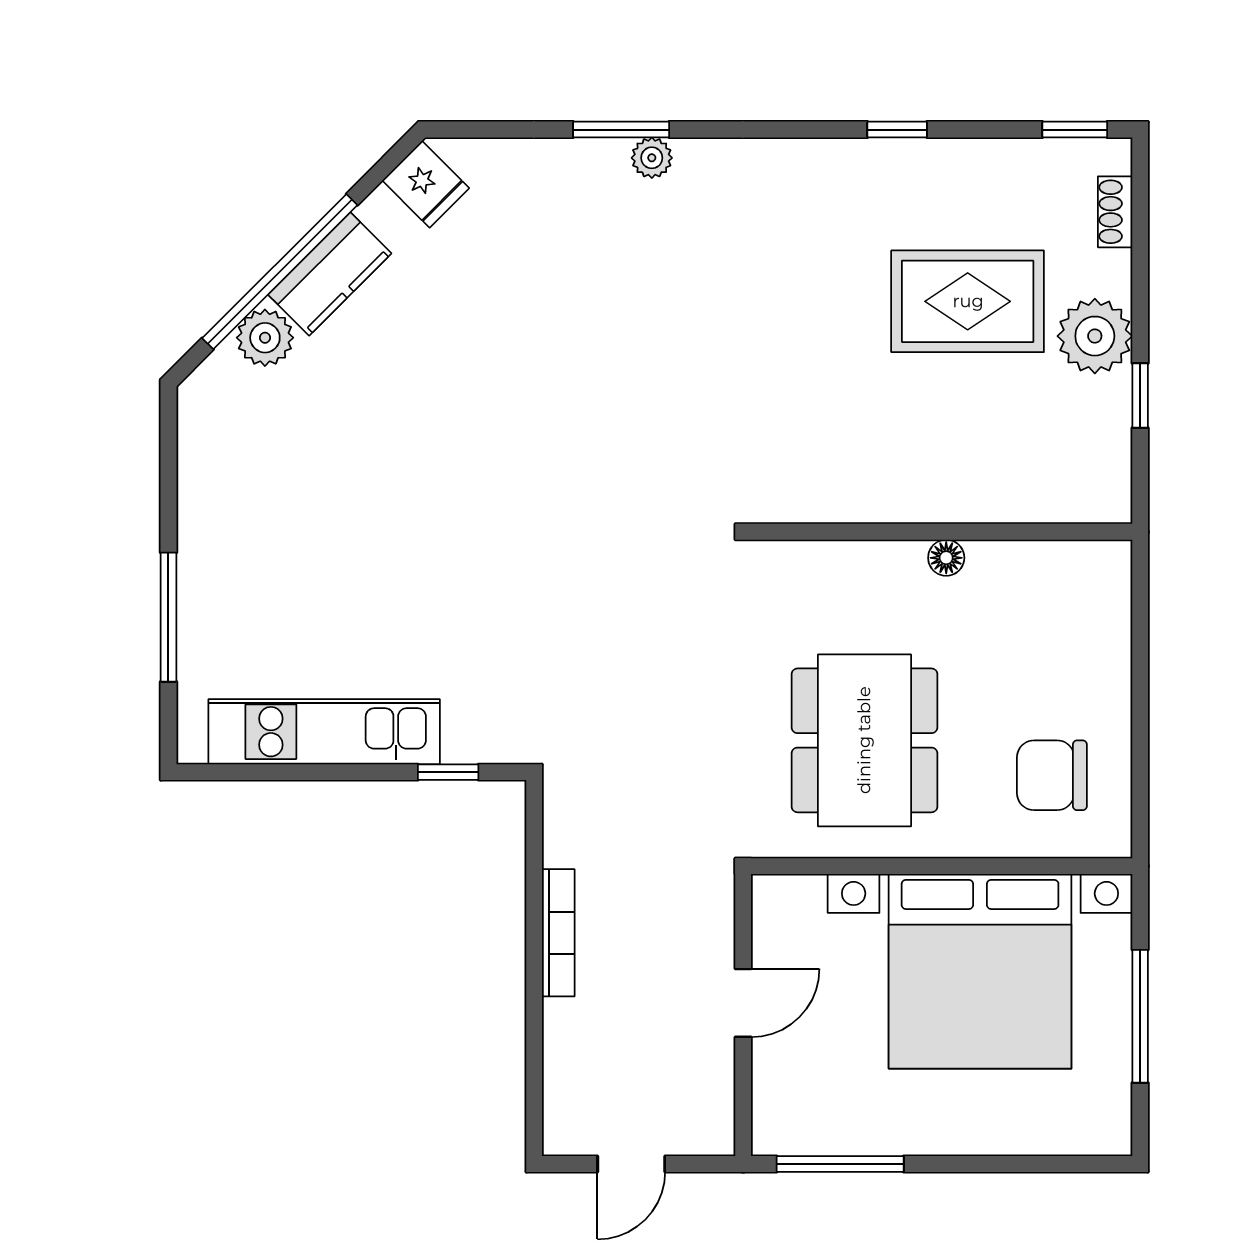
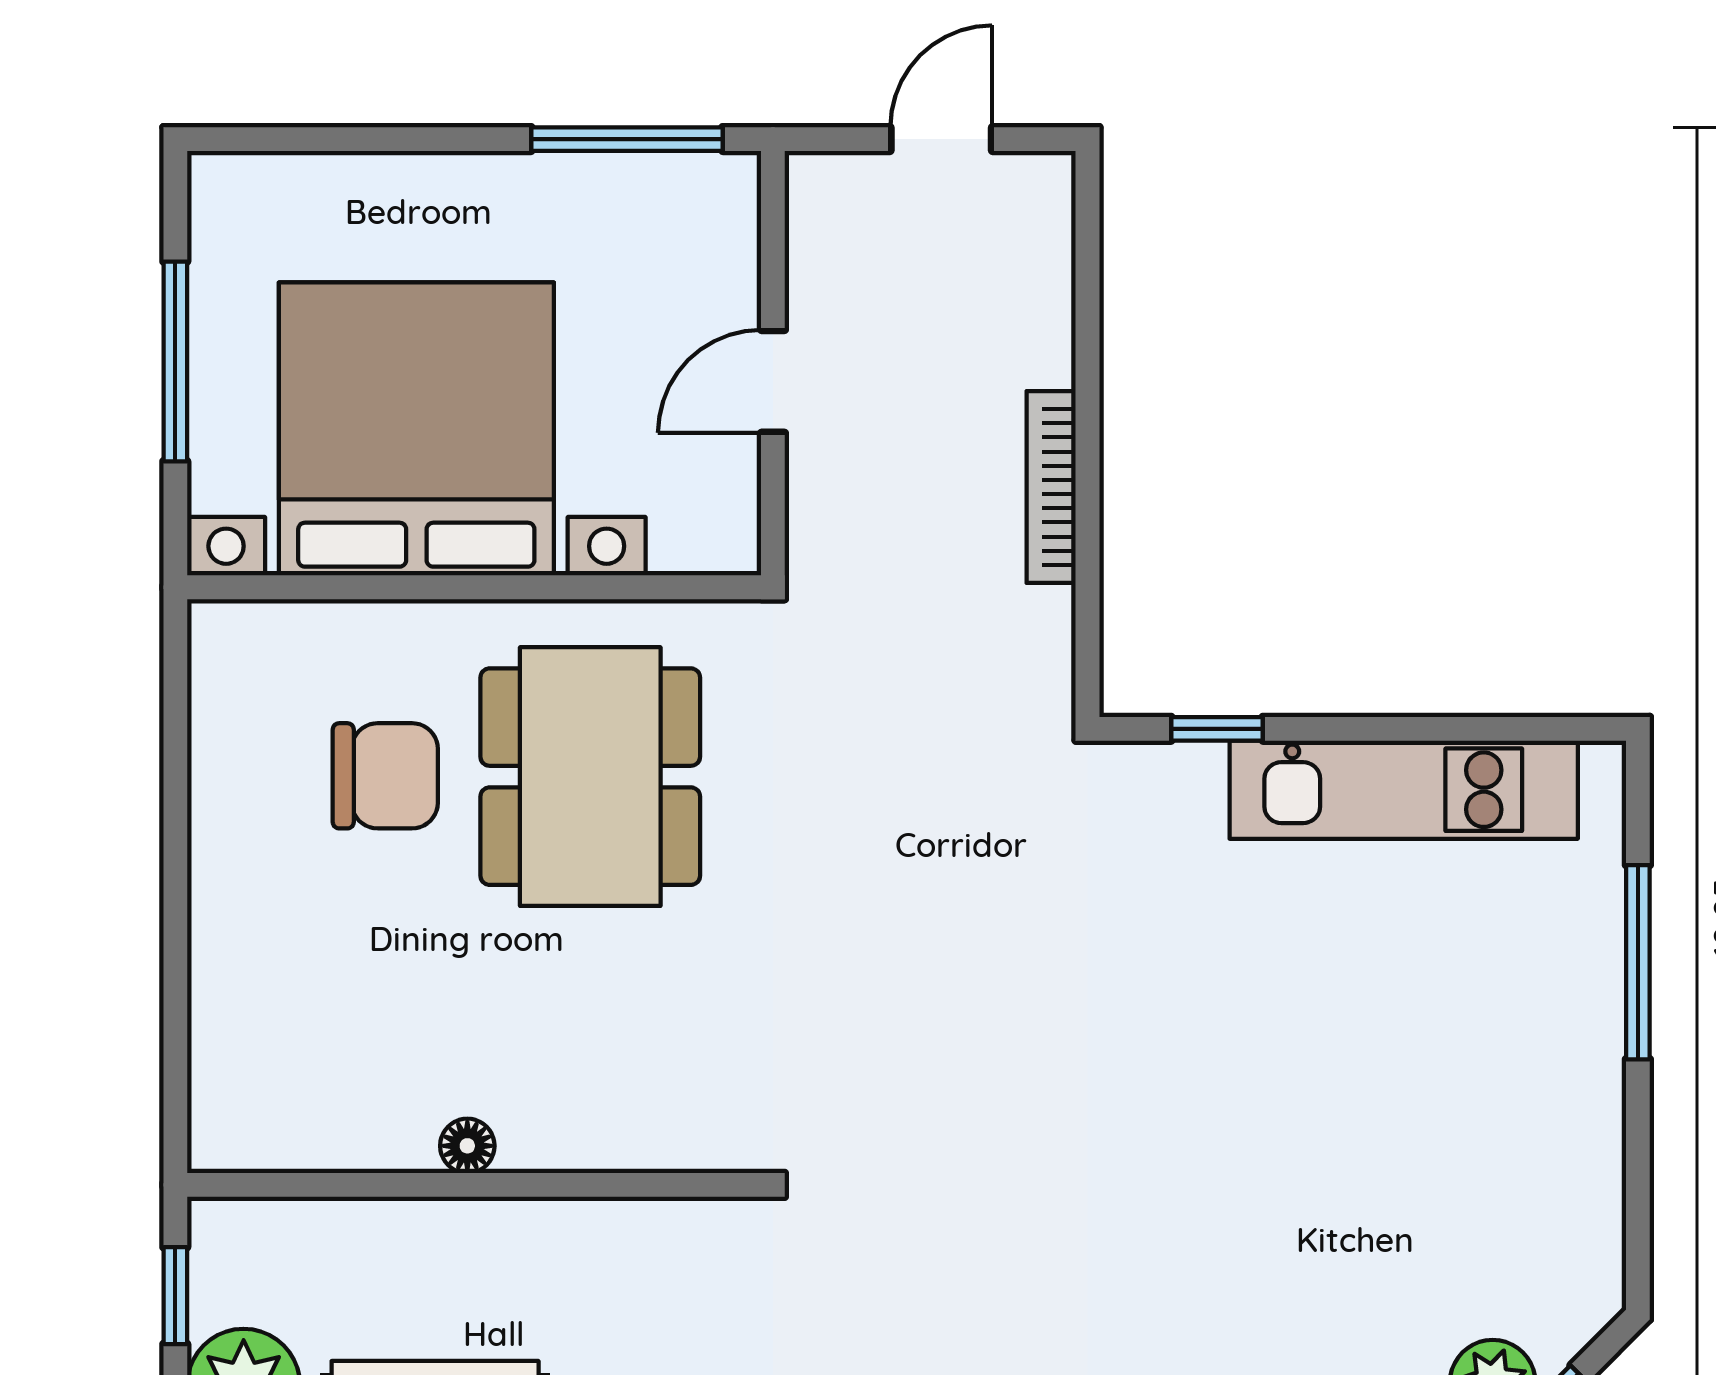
wall: (942, 532) -> (474, 1185), moved
floor lamp: (946, 558) -> (467, 1146), moved
chair: (1052, 775) -> (385, 776), moved

